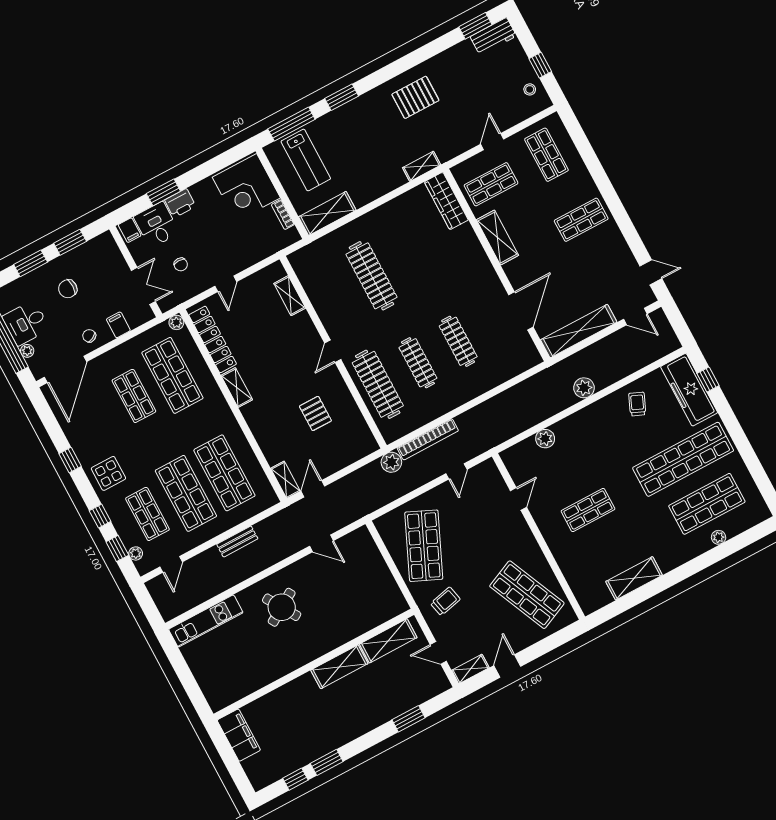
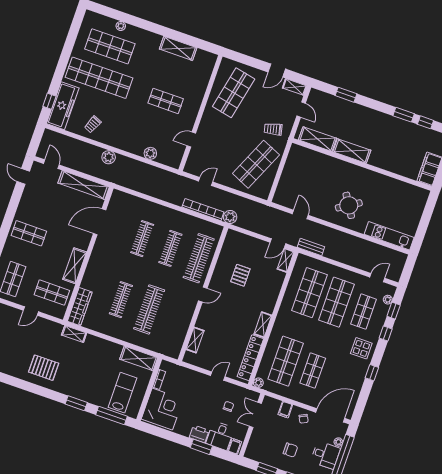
clothes rail: (412, 254) -> (121, 300), added
bench: (237, 542) -> (311, 247), moved
shop shelf: (527, 595) -> (234, 93), turned 36

